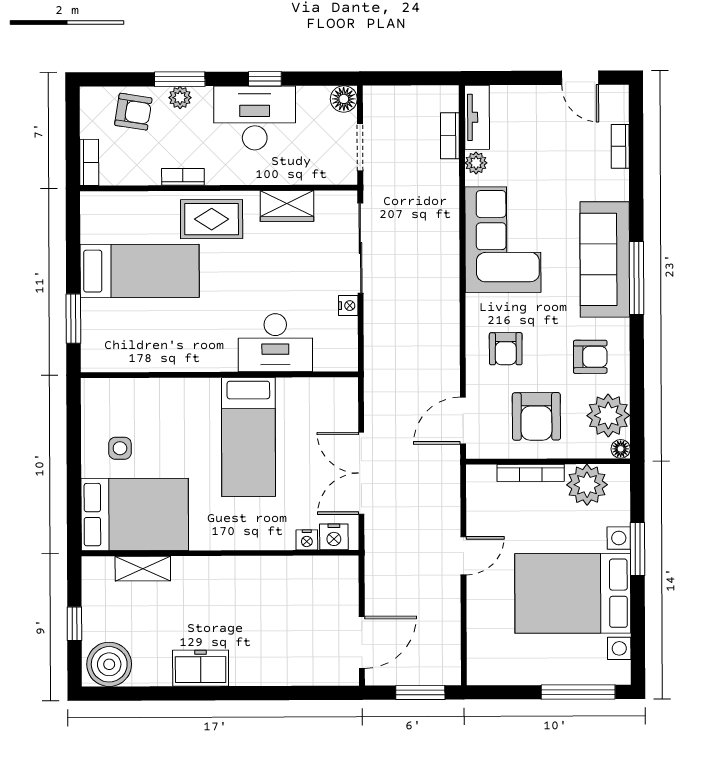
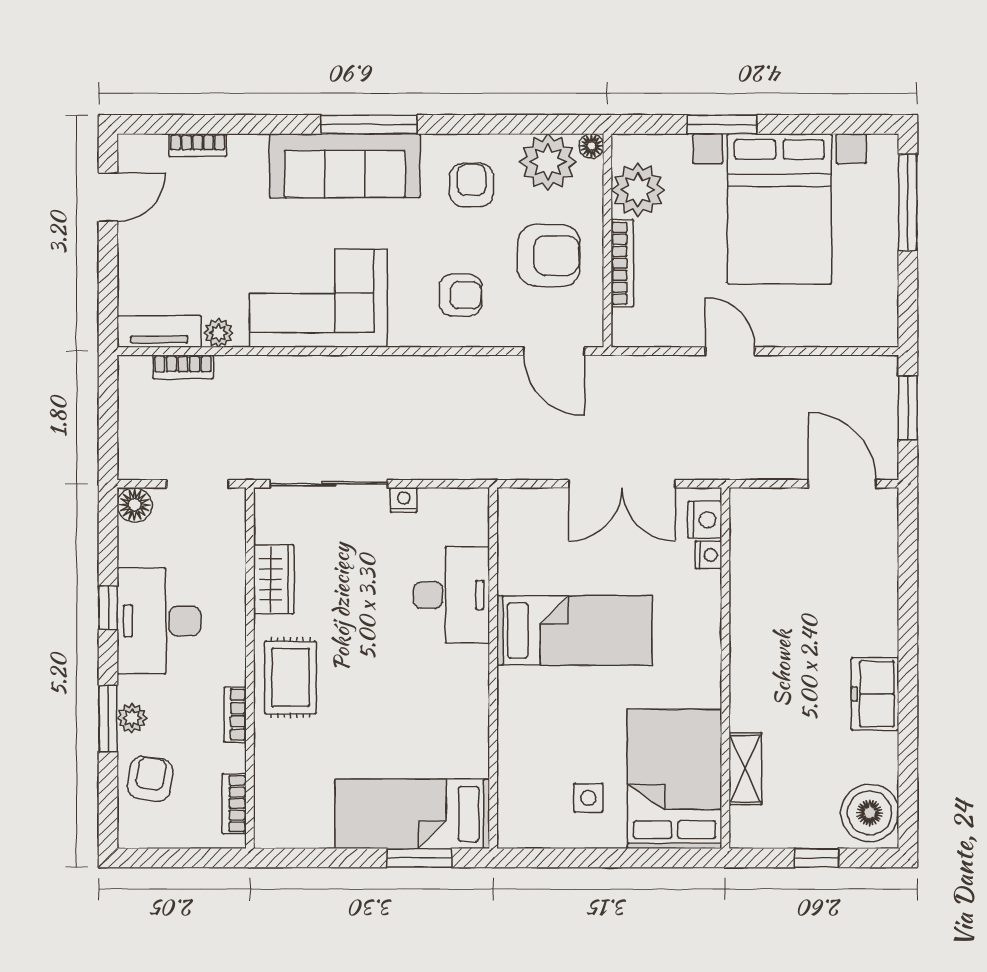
bookcase: (89, 162) -> (234, 804), moved, turned -90
bed: (140, 271) -> (412, 814), moved, turned -90

